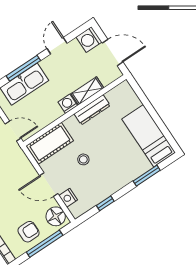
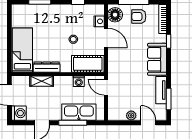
washing machine: (68, 104) -> (79, 81), moved
bed: (149, 136) -> (22, 50), moved, turned 180

